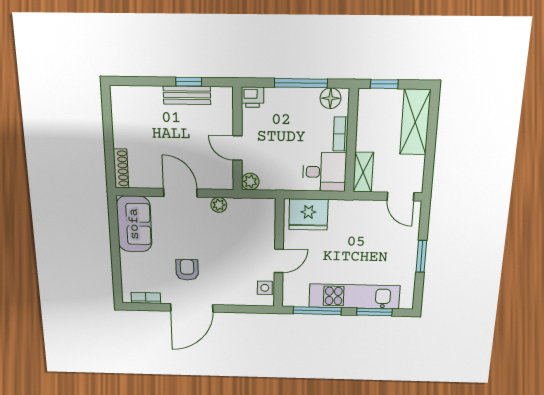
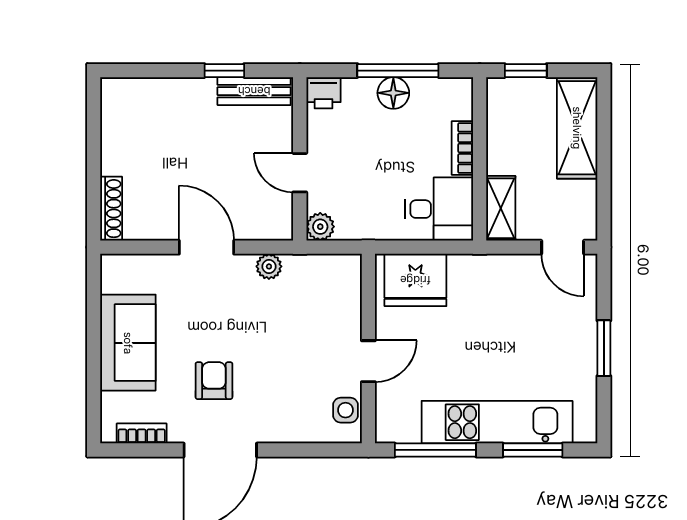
bench: (187, 95) -> (254, 91), moved
floor lamp: (330, 98) -> (393, 93), moved
sofa: (134, 224) -> (128, 343), moved

